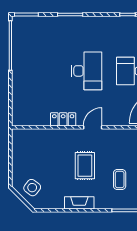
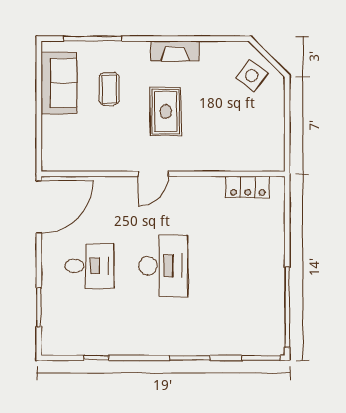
desk: (87, 71) -> (163, 266), turned 180
locker: (63, 119) -> (248, 187), moved

